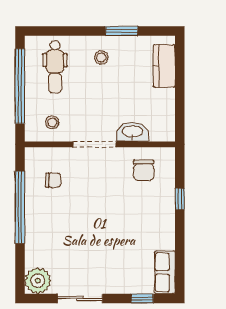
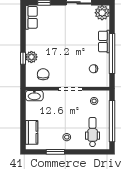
washbasin: (132, 132) -> (34, 96), moved
plant: (165, 201) -> (31, 57), added
row of seats: (34, 229) -> (104, 41), added

